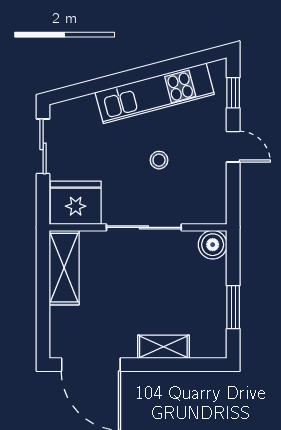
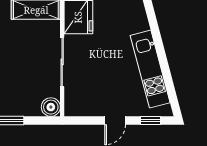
stool: (159, 160) -> (106, 72), removed

